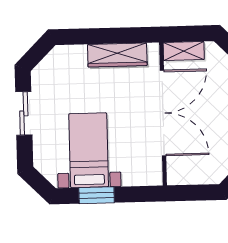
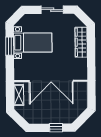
shelving: (184, 51) -> (19, 95), moved
wardrobe: (117, 55) -> (81, 42), moved

